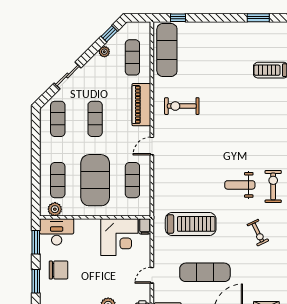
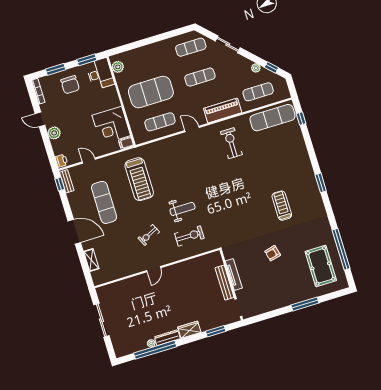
exercise mat: (58, 180) -> (142, 62), removed
weight bench: (240, 185) -> (182, 209), turned 90

